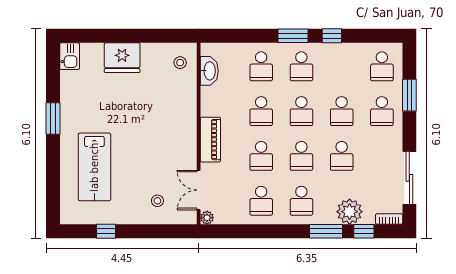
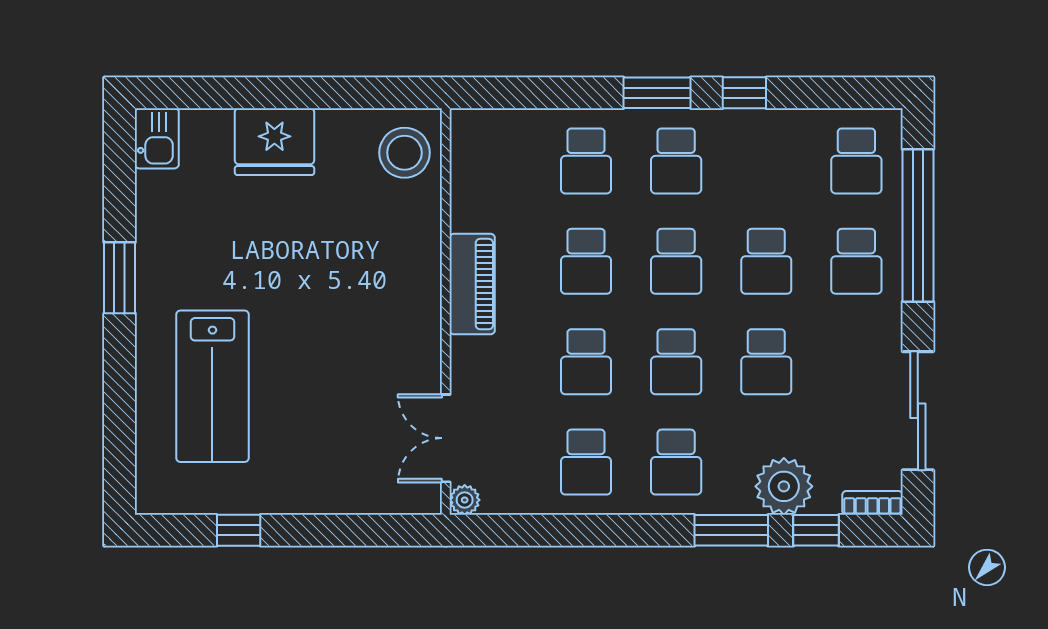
stool: (180, 63) -> (404, 153), width x1.89, depth x1.89
washbasin: (209, 71) -> (470, 171), removed
window: (409, 95) -> (918, 226), width x2.11
piano: (210, 140) -> (472, 284), moved
stool: (157, 201) -> (354, 462), removed

